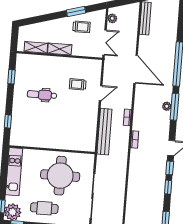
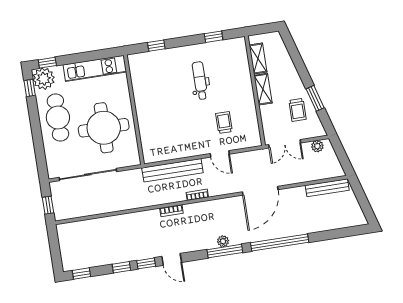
cafe table: (44, 208) -> (58, 118), width x1.37, depth x1.35

